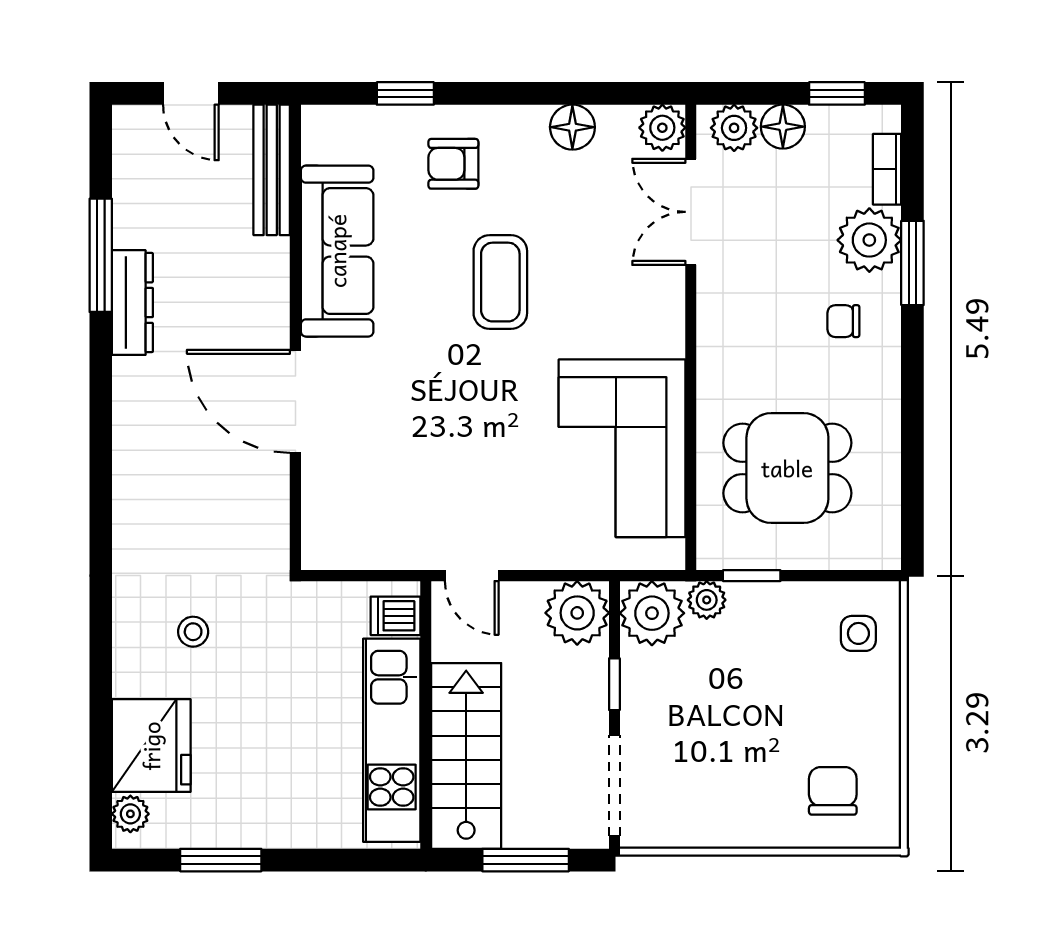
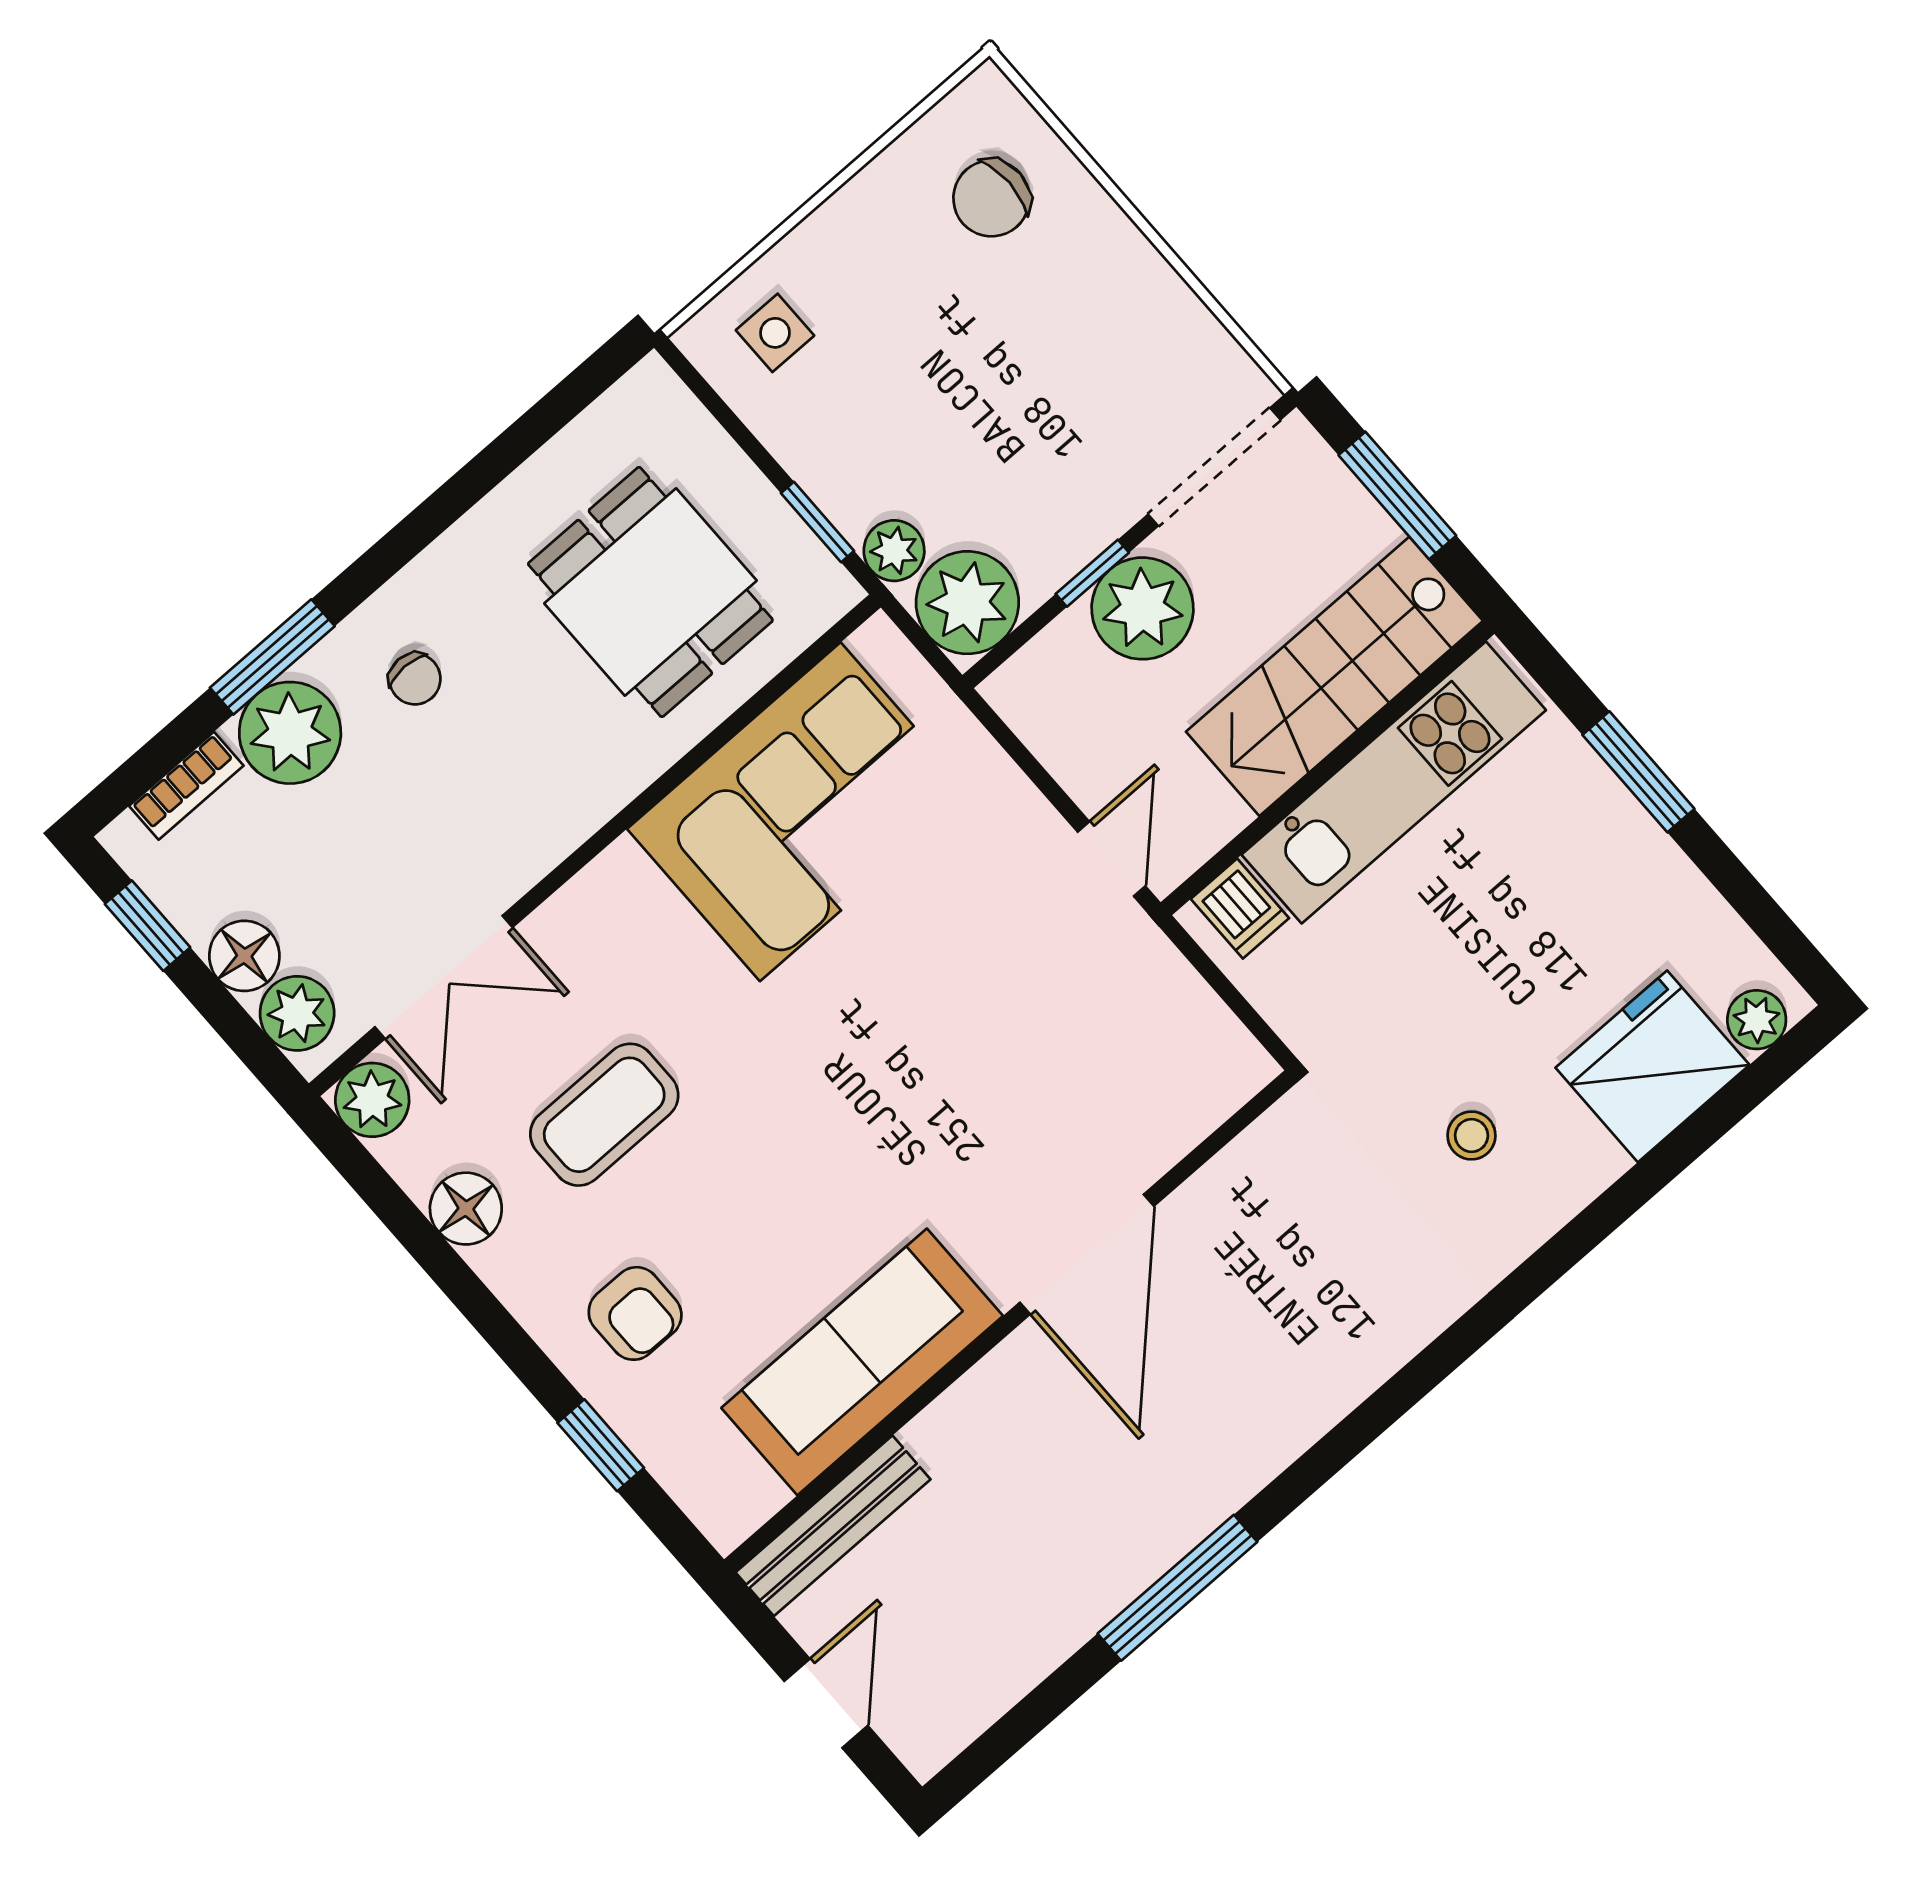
window: (101, 255) -> (1177, 1588), moved
coffee table: (500, 282) -> (604, 1115), moved
dresser: (132, 303) -> (1139, 1554), removed
plant: (577, 613) -> (1142, 608), moved
window: (221, 860) -> (1638, 772), moved

